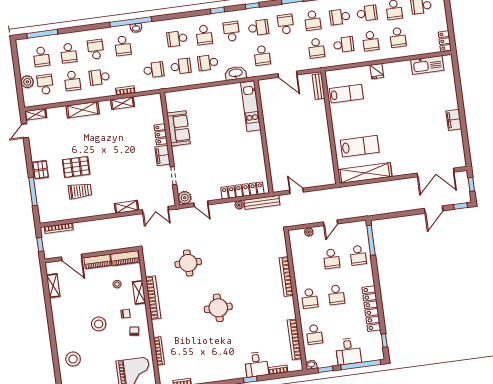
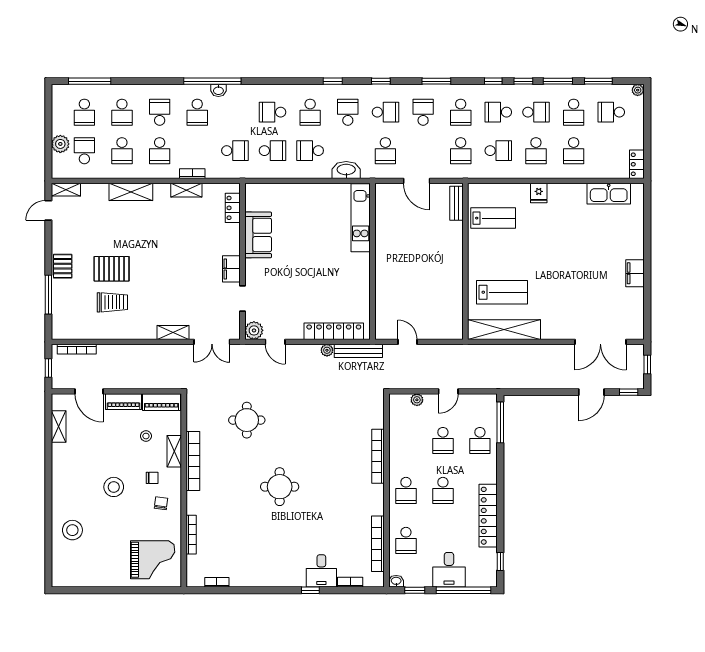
school desk: (99, 77) -> (160, 151), turned -90
locker: (161, 134) -> (233, 208), moved

